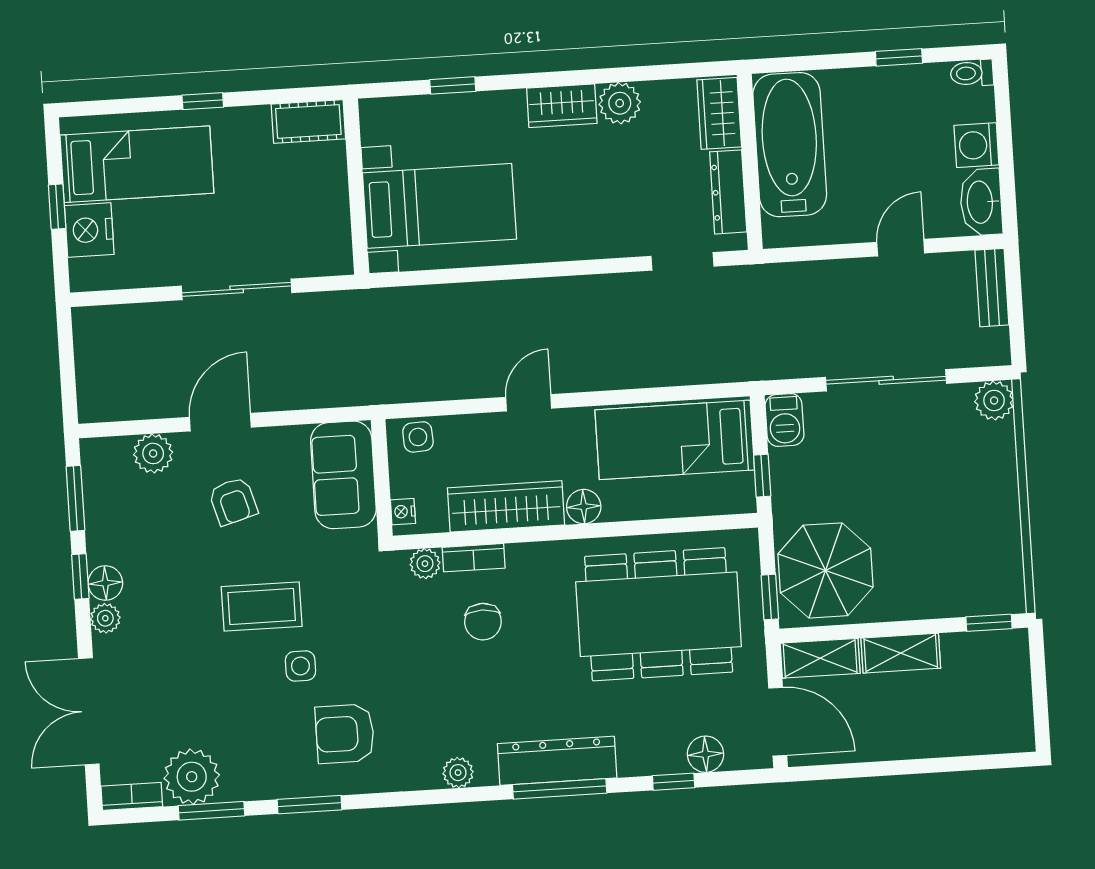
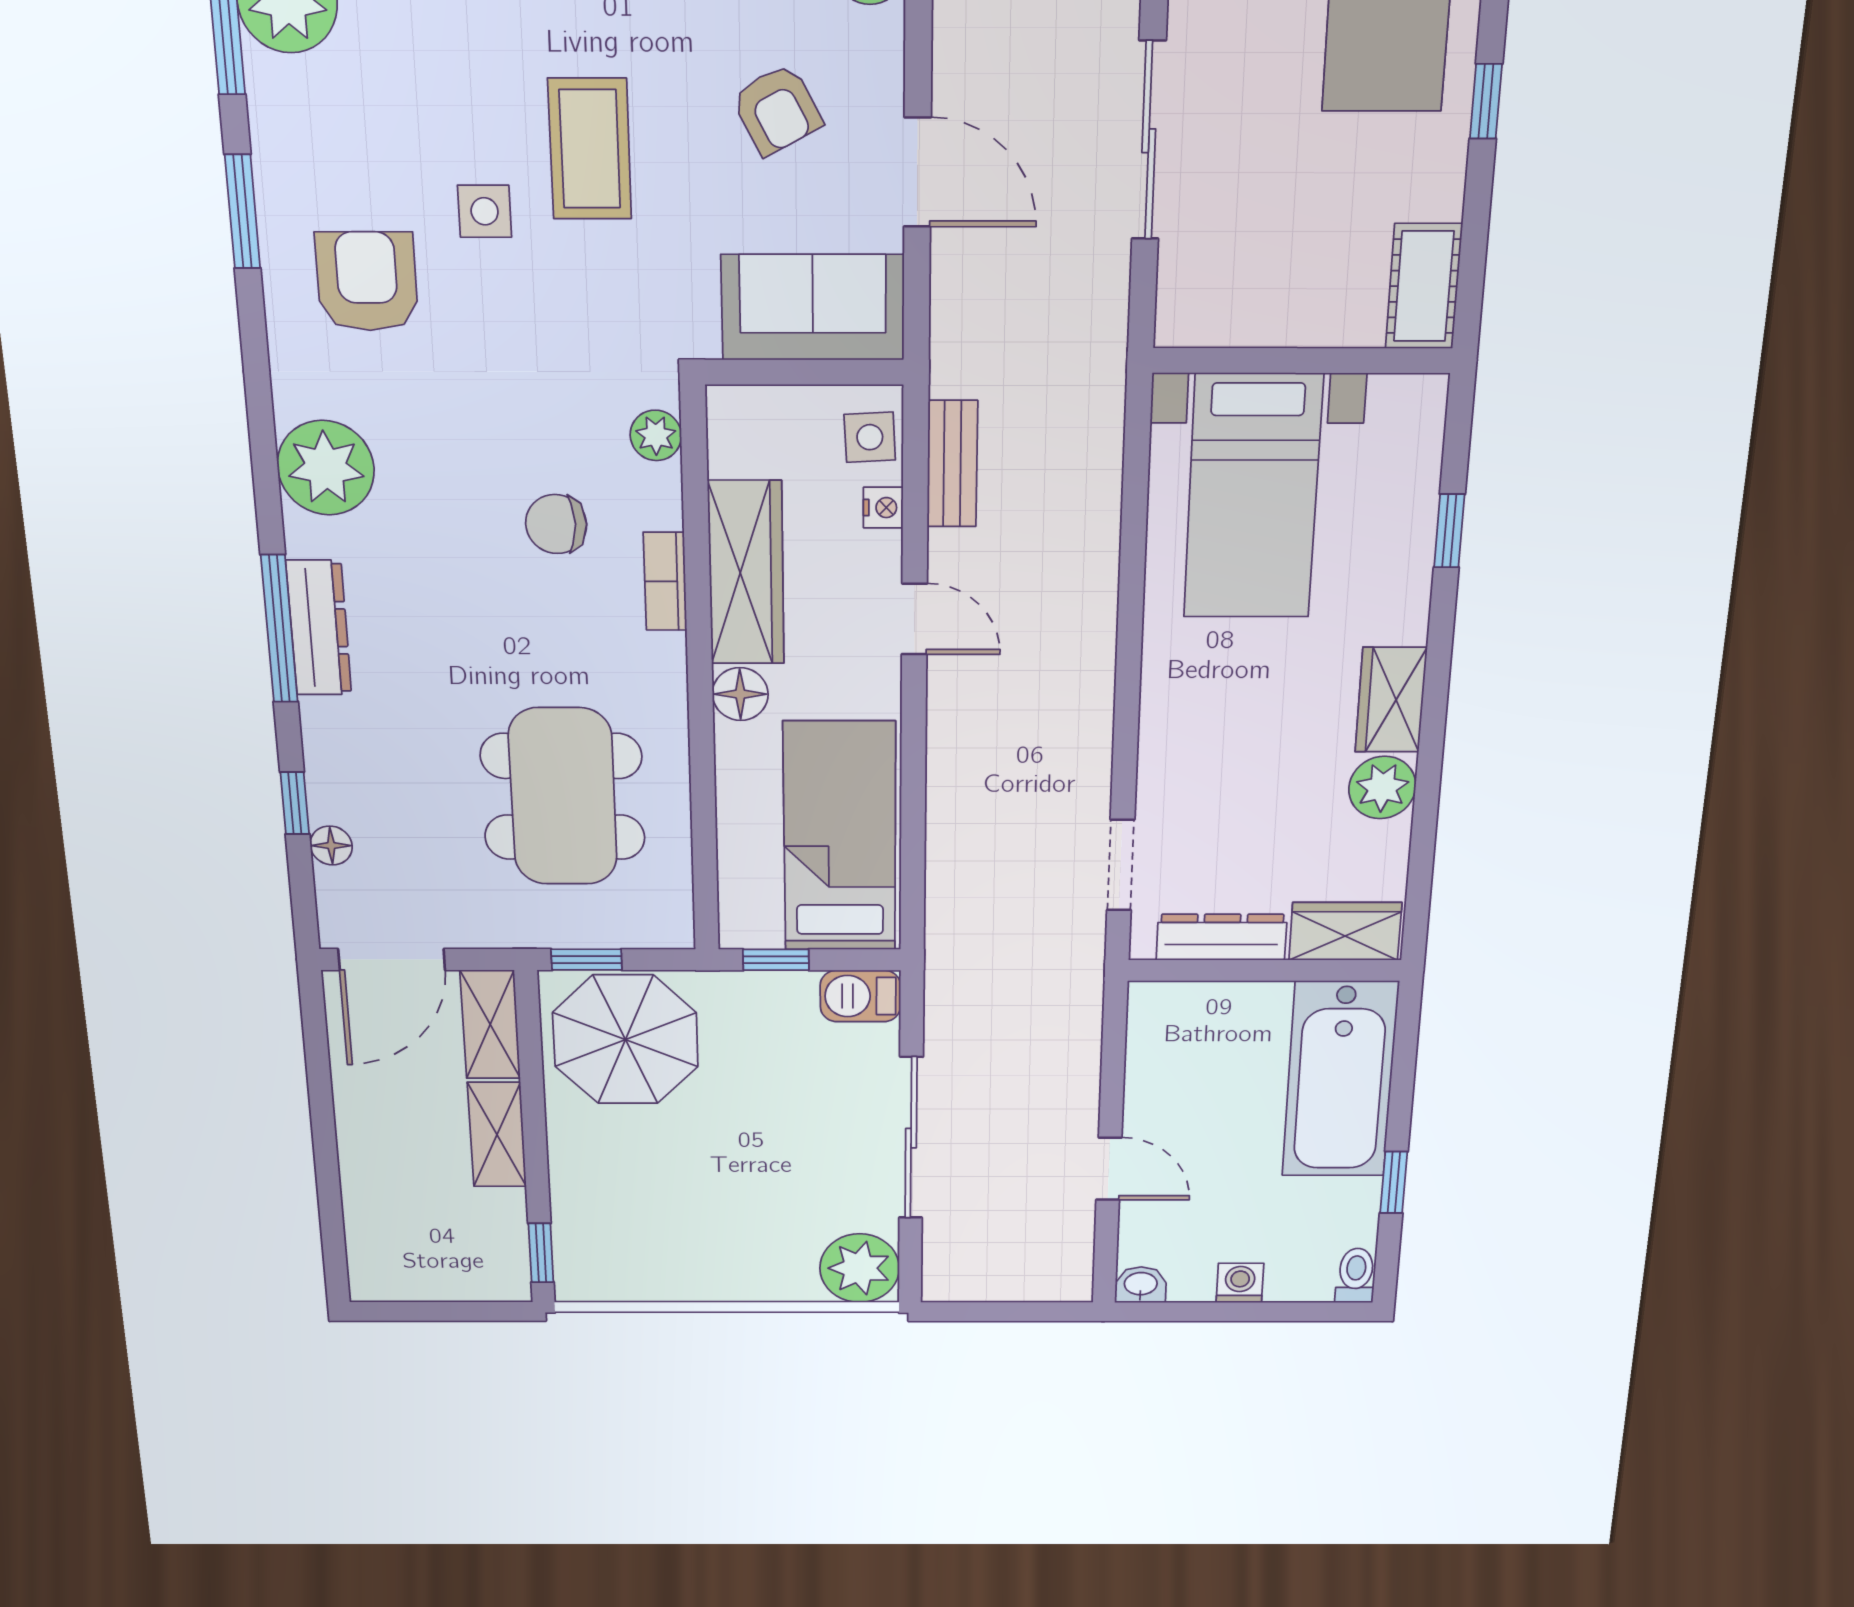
bathtub: (790, 145) -> (1340, 1080), moved, turned 90
washing machine: (976, 145) -> (1240, 1283), width x0.73, depth x0.73
washbasin: (981, 202) -> (1141, 1285), width x0.52, depth x0.69
bench: (992, 288) -> (952, 464), moved, turned 90
plant: (994, 400) -> (860, 1268), width x1.36, depth x1.36
door: (220, 422) -> (917, 172), moved
armchair: (233, 501) -> (777, 110), turned -102
nightstand: (403, 512) -> (883, 508), moved, turned 90
bookcase: (474, 558) -> (665, 581), moved
dining table: (659, 614) -> (563, 797), width x0.73, depth x0.80
floor lamp: (705, 754) -> (331, 846), width x0.73, depth x0.73
dresser: (557, 761) -> (319, 628), width x0.73, depth x0.80
plant: (458, 773) -> (326, 468), width x1.87, depth x1.87

